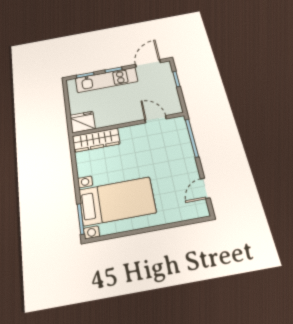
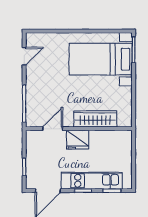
door: (156, 119) -> (53, 129), swing flipped
fridge: (82, 122) -> (78, 140), moved
wardrobe: (96, 140) -> (95, 119), moved

